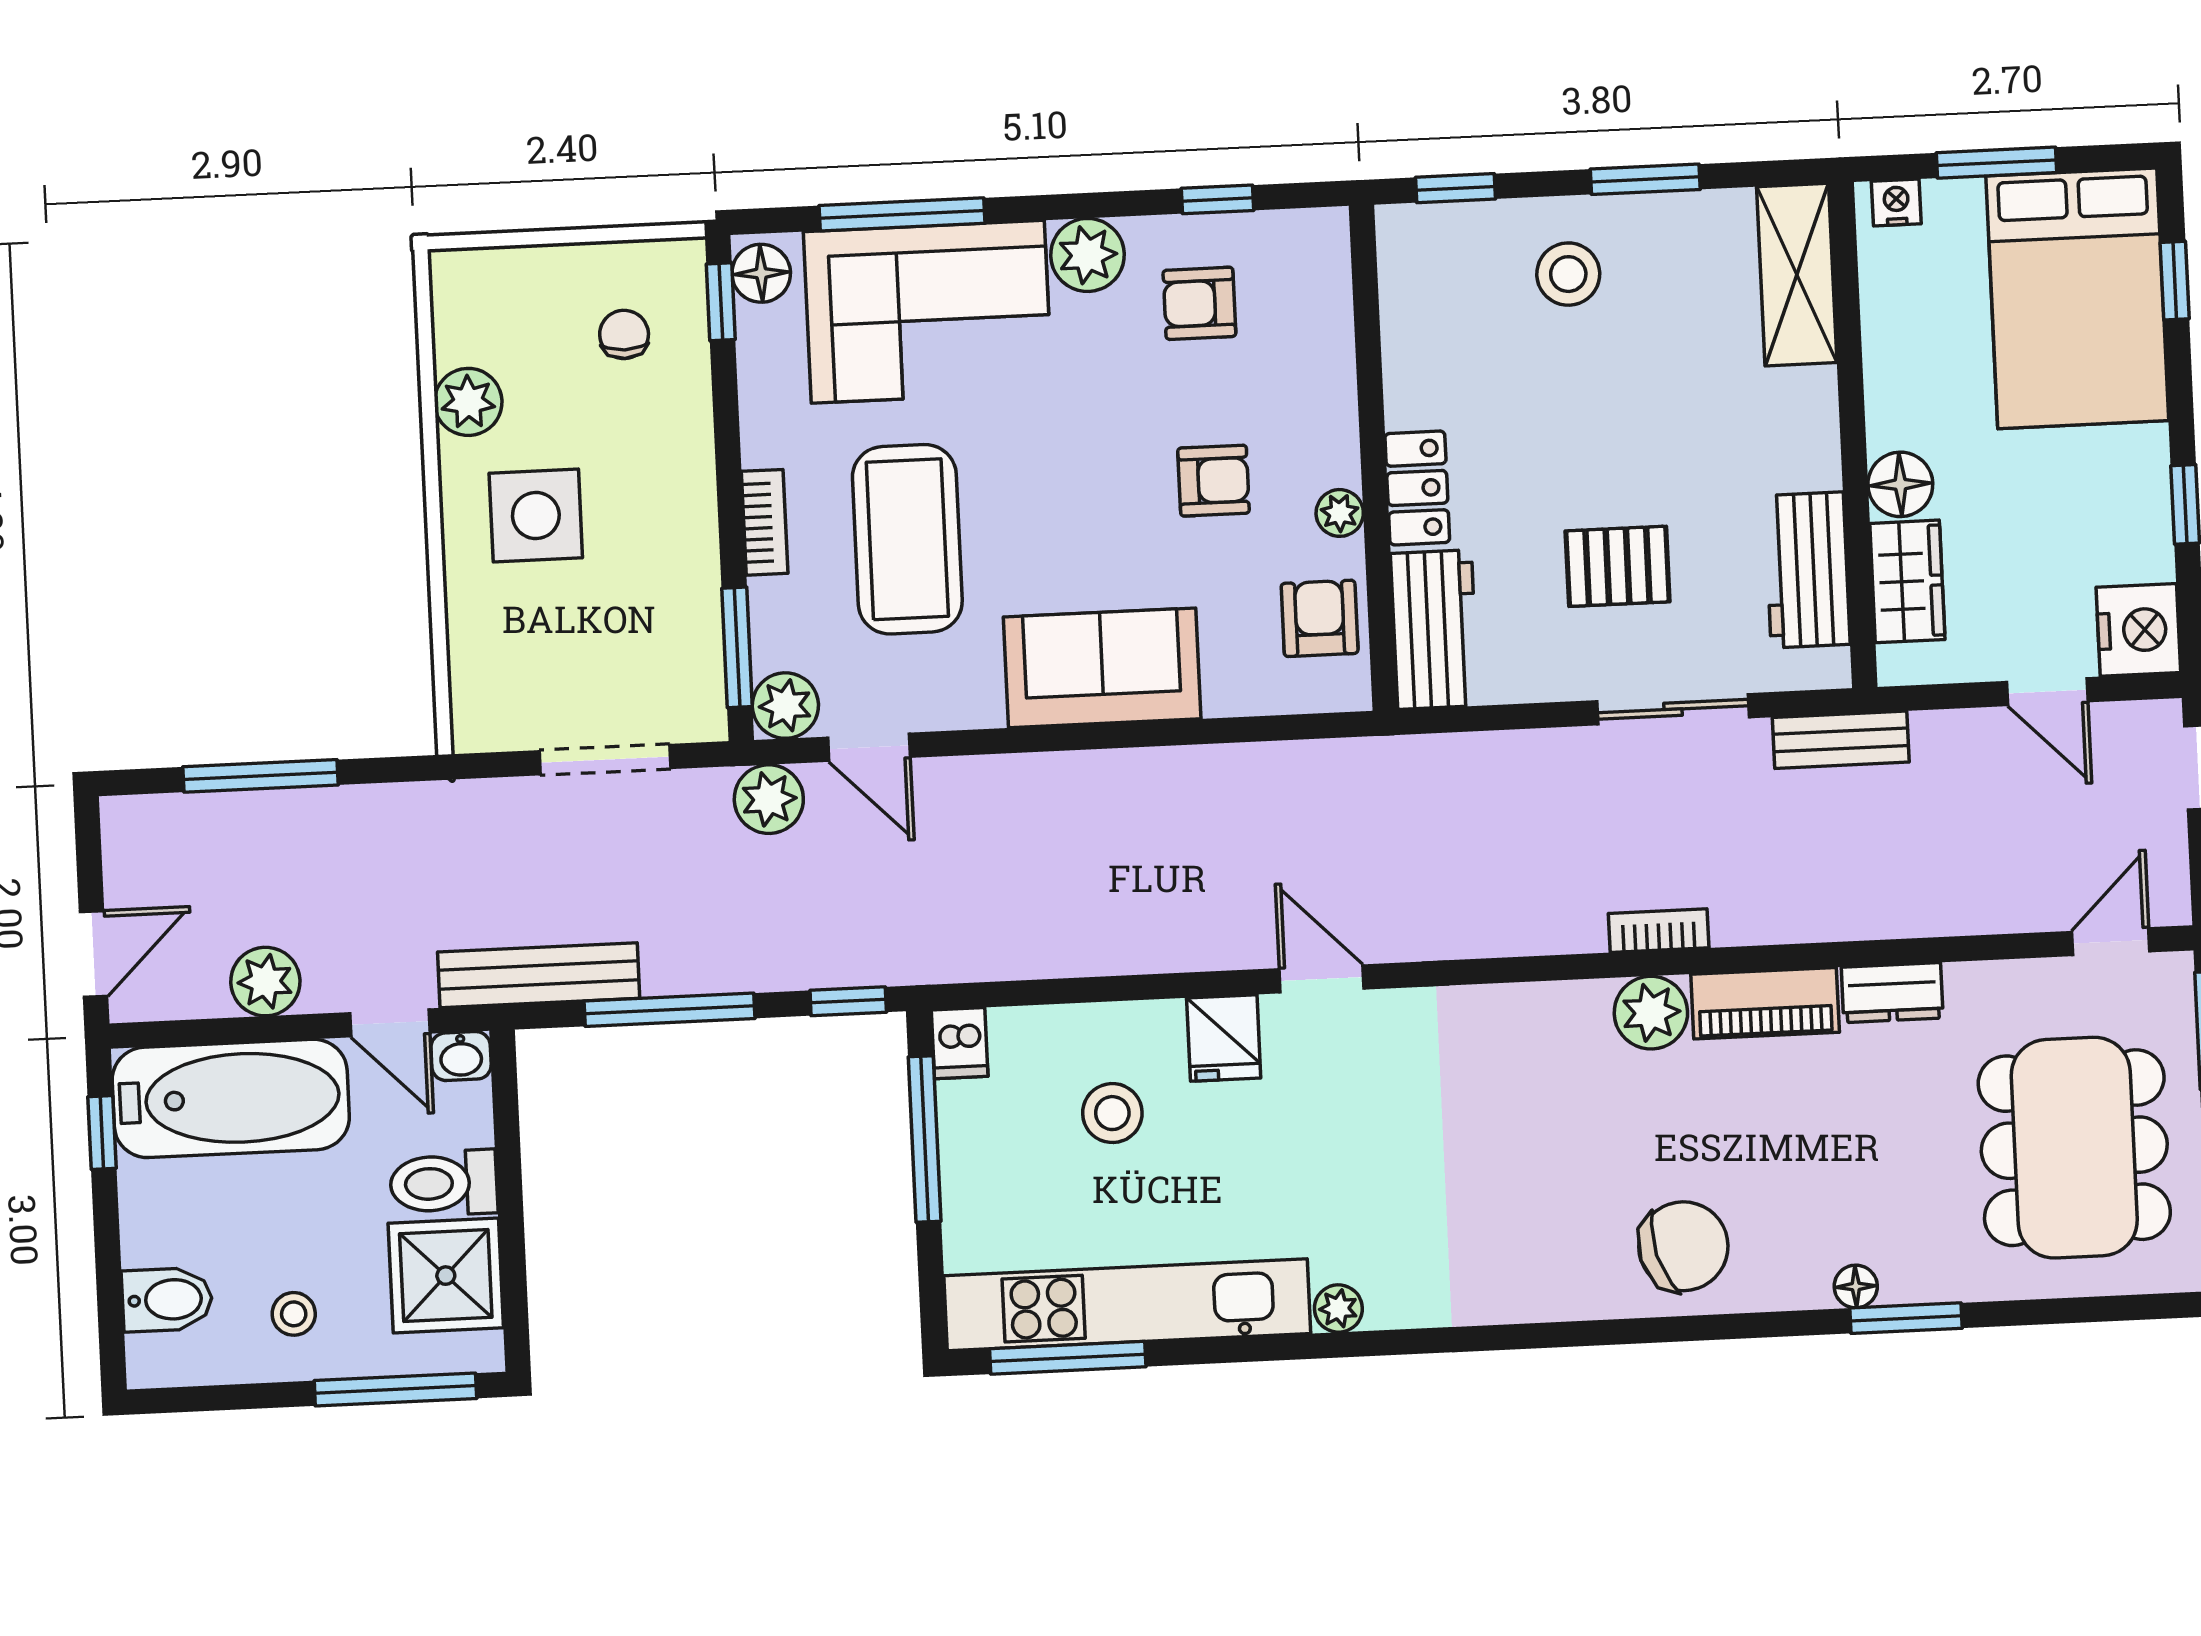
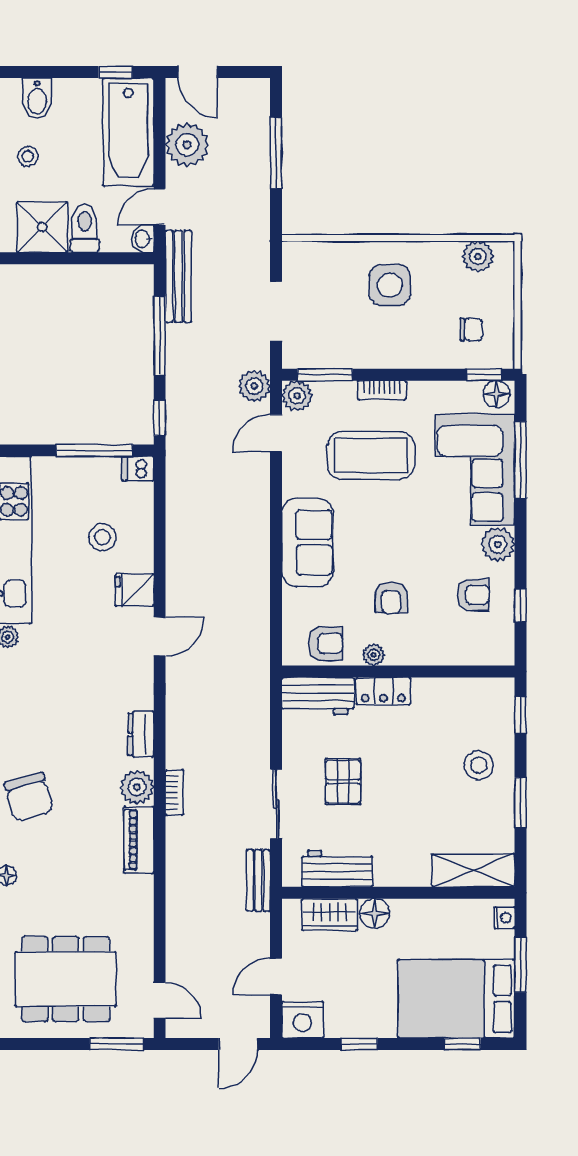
armchair: (1199, 303) -> (473, 595), turned 90
plant: (468, 402) -> (478, 256), moved
plant: (265, 982) -> (187, 145), width x1.36, depth x1.36
dresser: (1892, 993) -> (141, 734), moved

